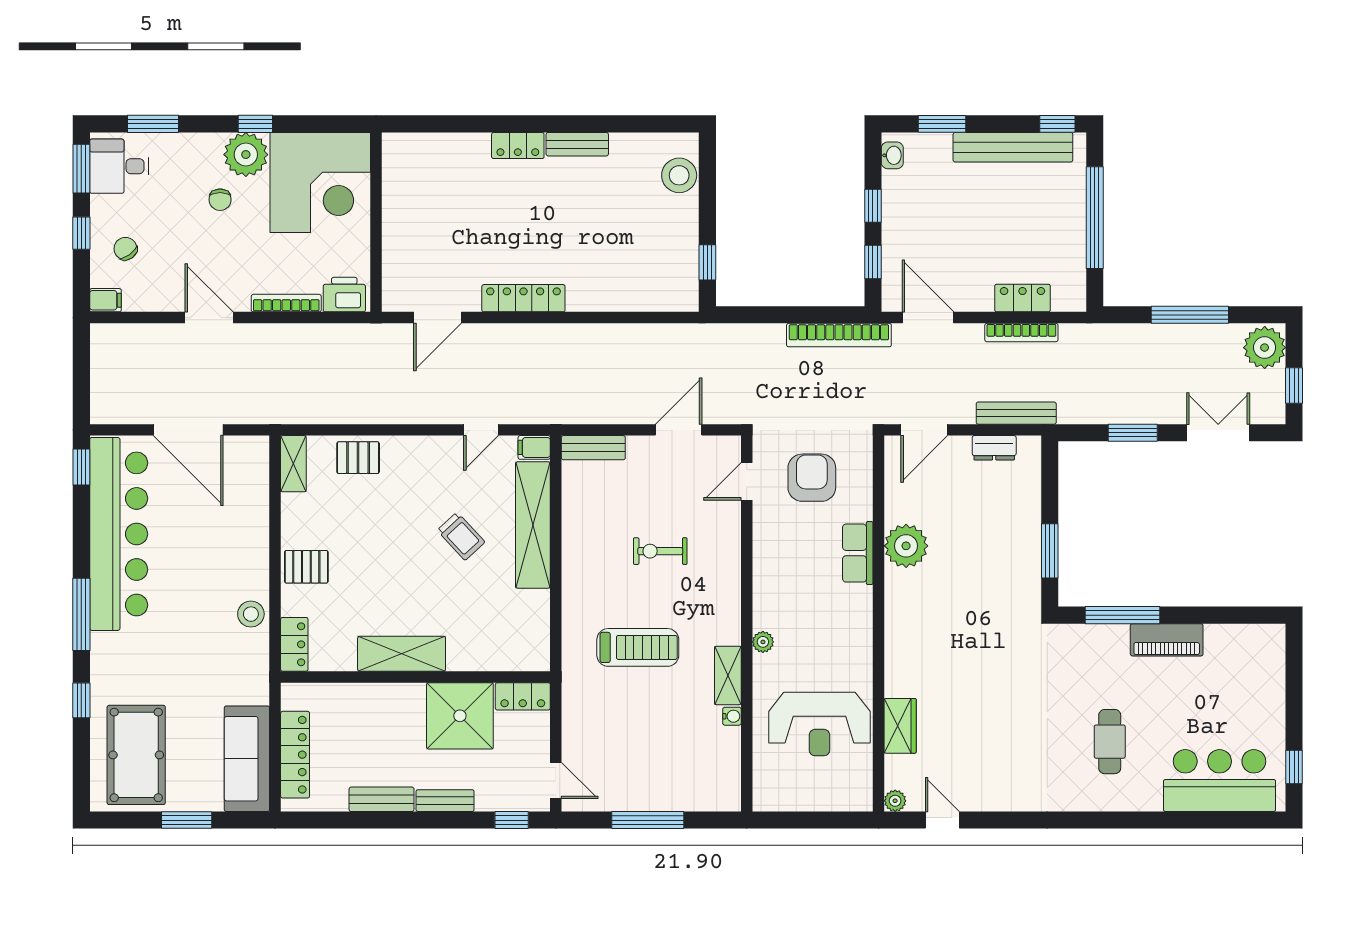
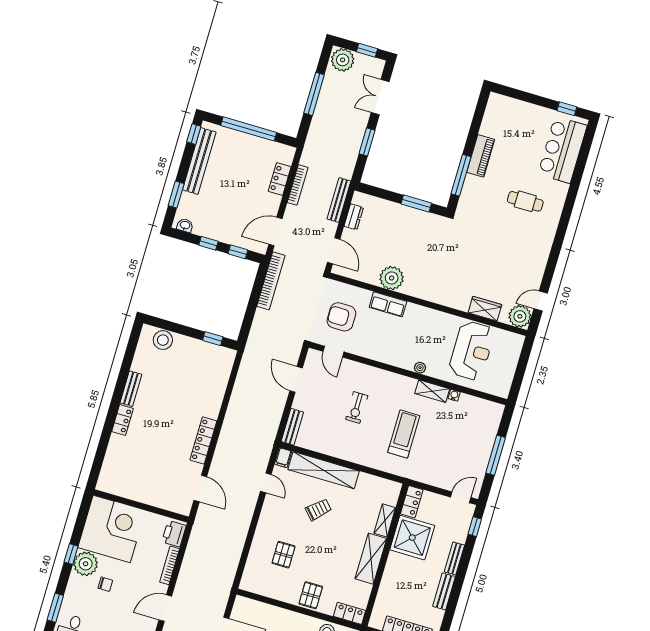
pallet: (358, 458) -> (284, 555), moved
shelving: (293, 464) -> (385, 520), moved, turned 90
plant: (895, 801) -> (520, 316), width x1.88, depth x1.88

